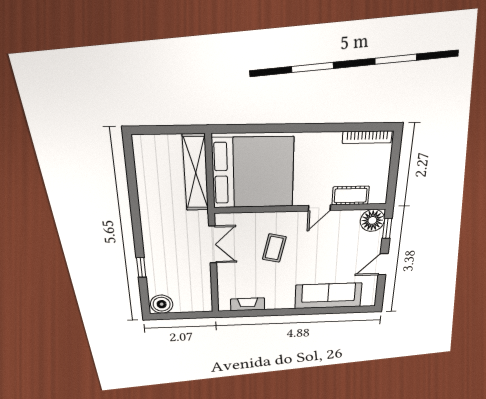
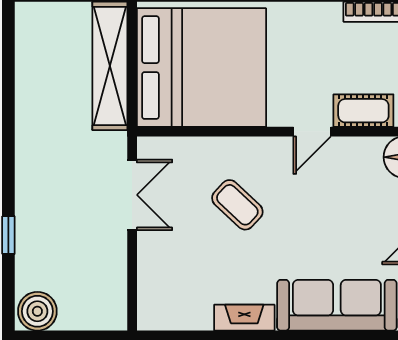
coffee table: (274, 248) -> (237, 205), turned -60
fireplace: (248, 304) -> (244, 318), moved

